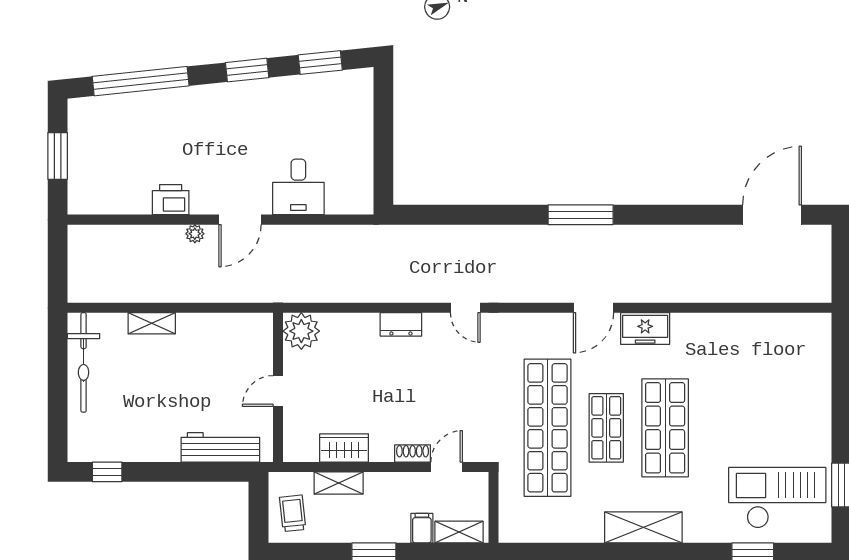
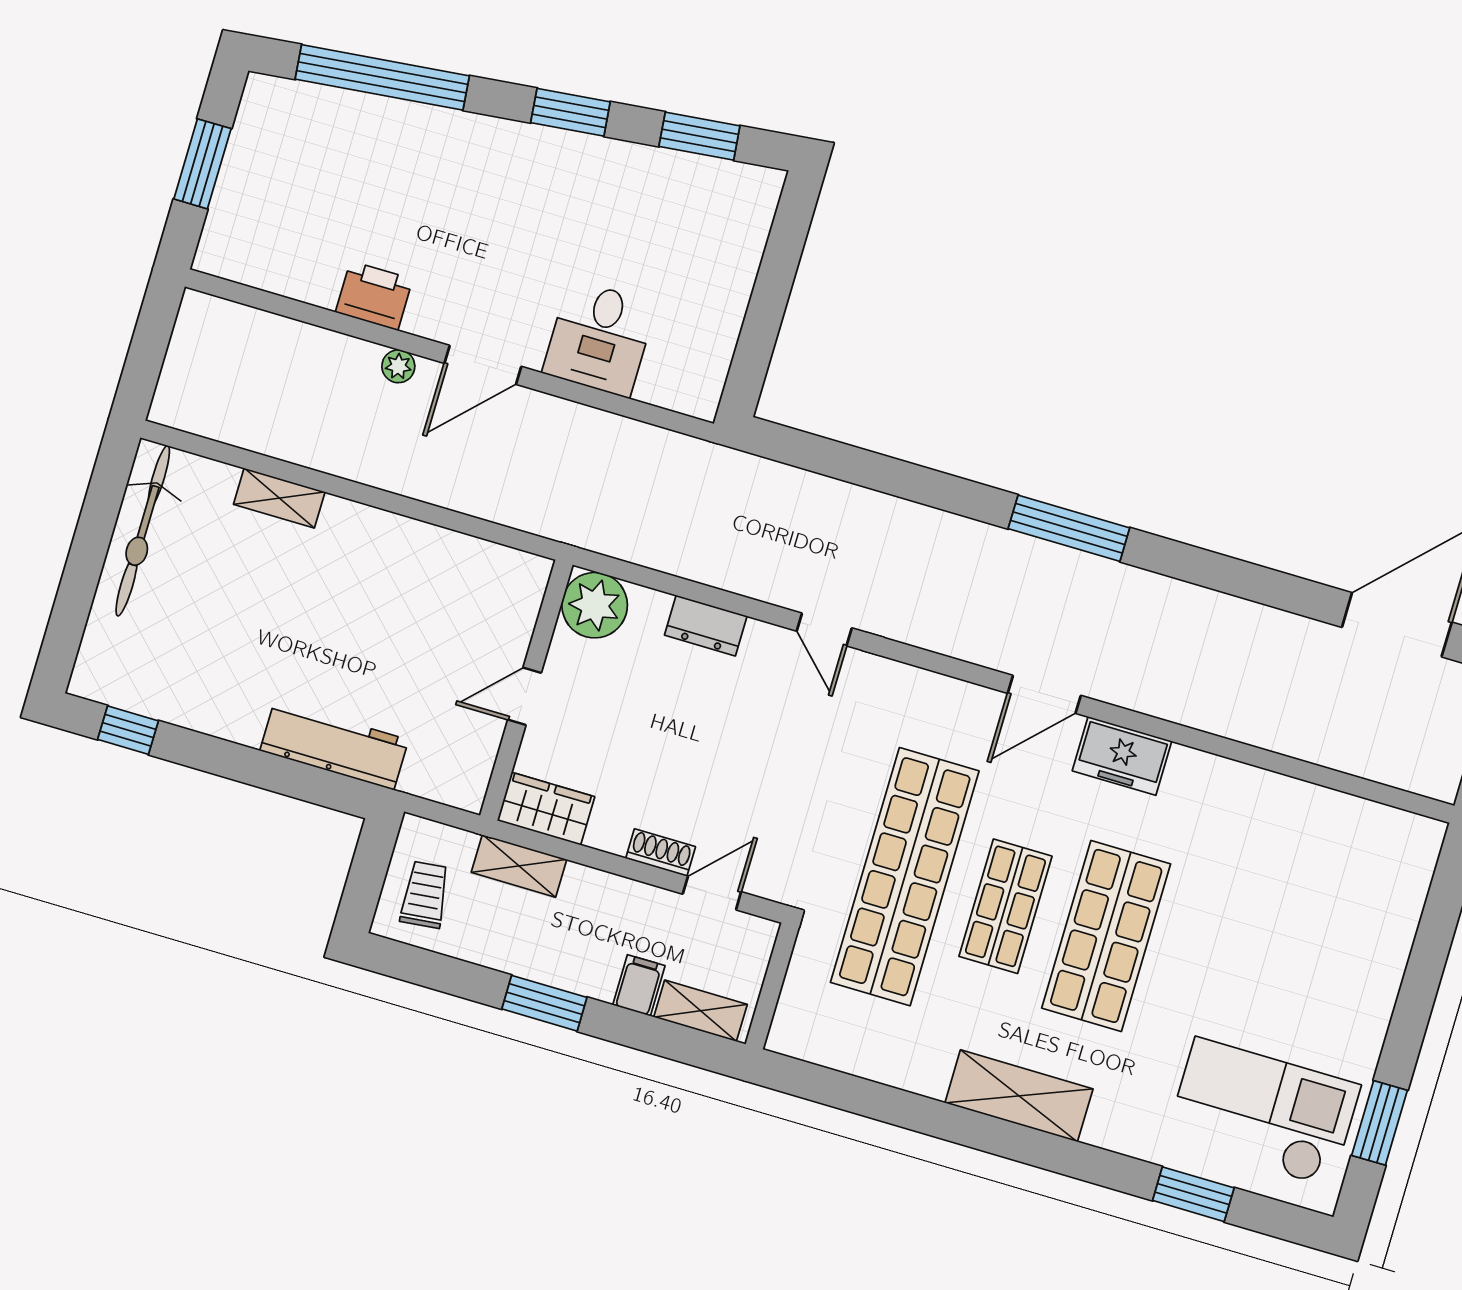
plant: (301, 331) -> (595, 605), moved
wall: (278, 387) -> (526, 690), moved
door: (278, 391) -> (525, 696), moved

